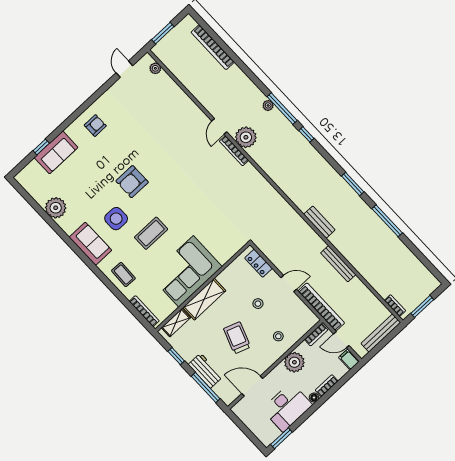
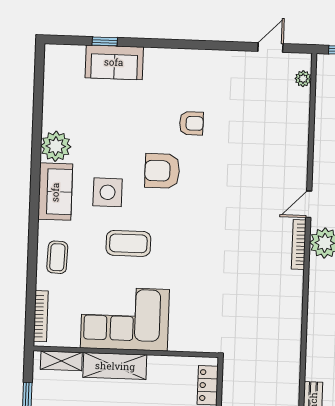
armchair: (95, 126) -> (191, 123), moved
plant: (56, 208) -> (56, 146), moved

